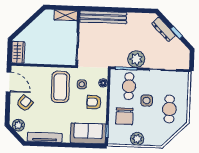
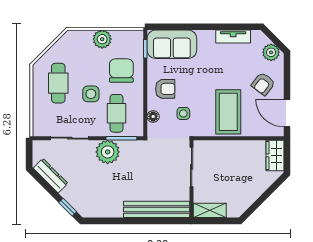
dresser: (164, 29) -> (51, 176), moved
window: (176, 33) -> (68, 207), moved
coffee table: (60, 87) -> (228, 112), moved
tv unit: (45, 137) -> (233, 37), width x0.71

